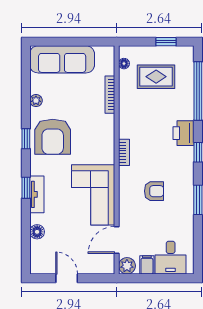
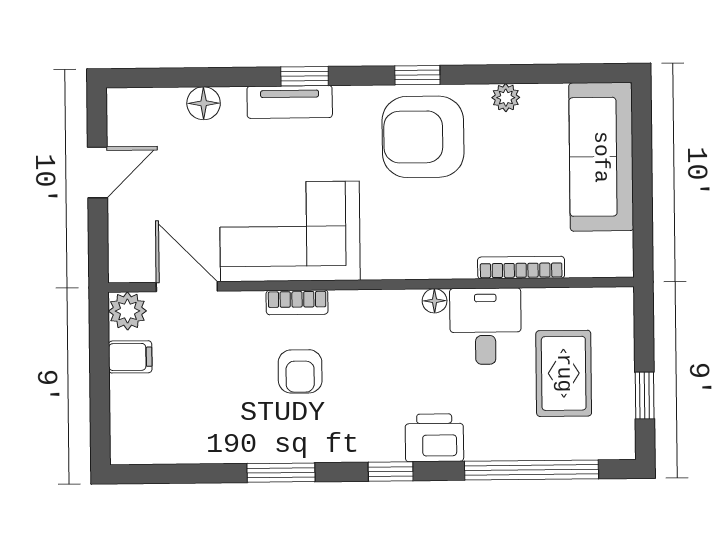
floor lamp: (124, 64) -> (435, 301), moved
bookcase: (124, 152) -> (297, 302), moved
desk: (171, 258) -> (485, 326), moved, turned 90

